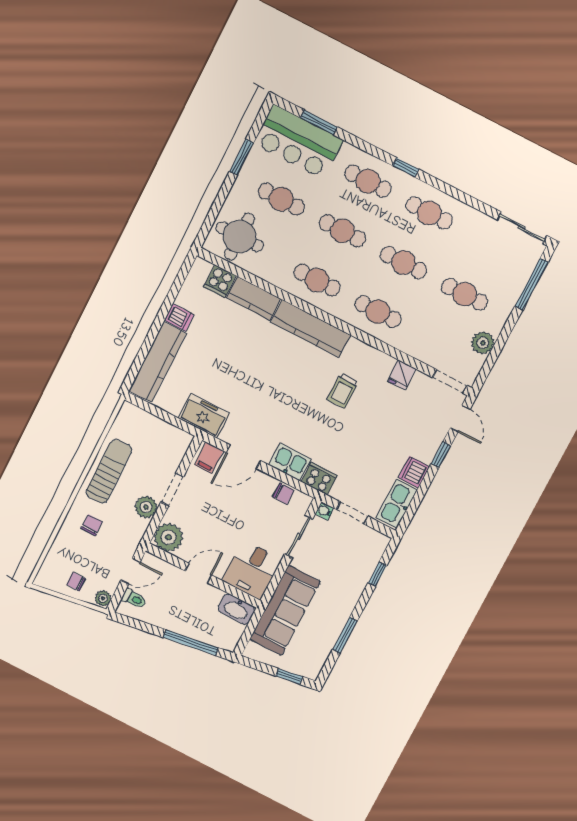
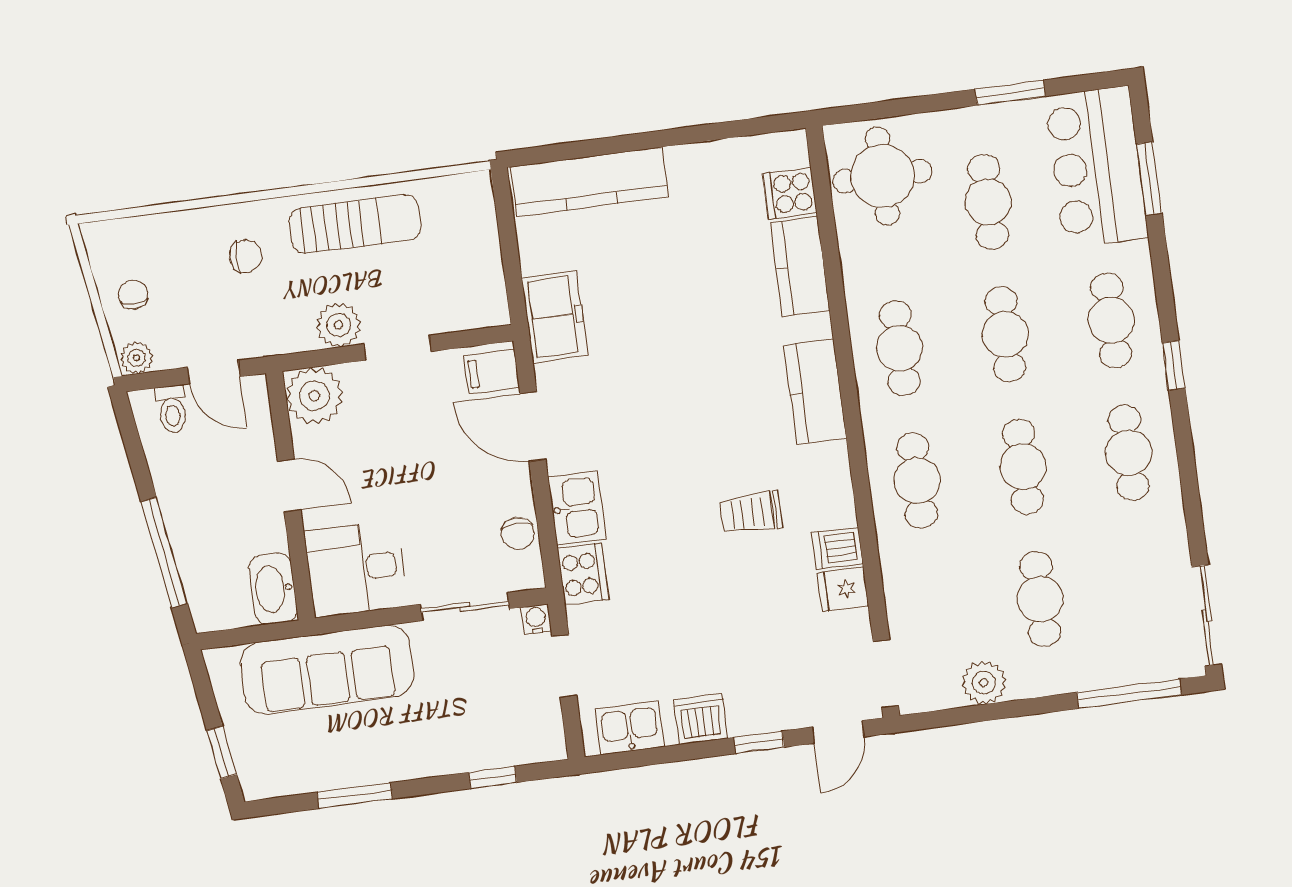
dishwasher: (179, 317) -> (837, 548), moved, turned 90
kitchen counter: (311, 329) -> (815, 392), width x0.67
kitchen sink: (397, 504) -> (630, 728), width x0.73

